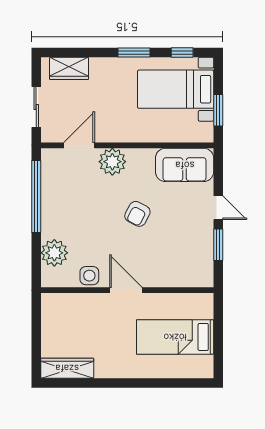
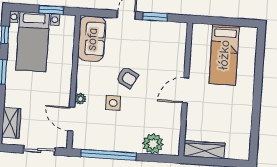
plant: (112, 162) -> (80, 99), width x0.53, depth x0.53
side table: (89, 276) -> (113, 103), moved
wardrobe: (67, 368) -> (204, 150), moved, turned 90

